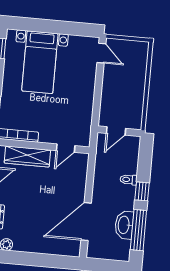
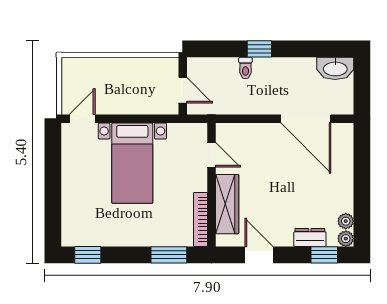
bed with nightstands: (40, 62) -> (132, 163), moved, turned 90
washbasin: (124, 225) -> (335, 68), moved
window: (138, 230) -> (311, 49), removed

